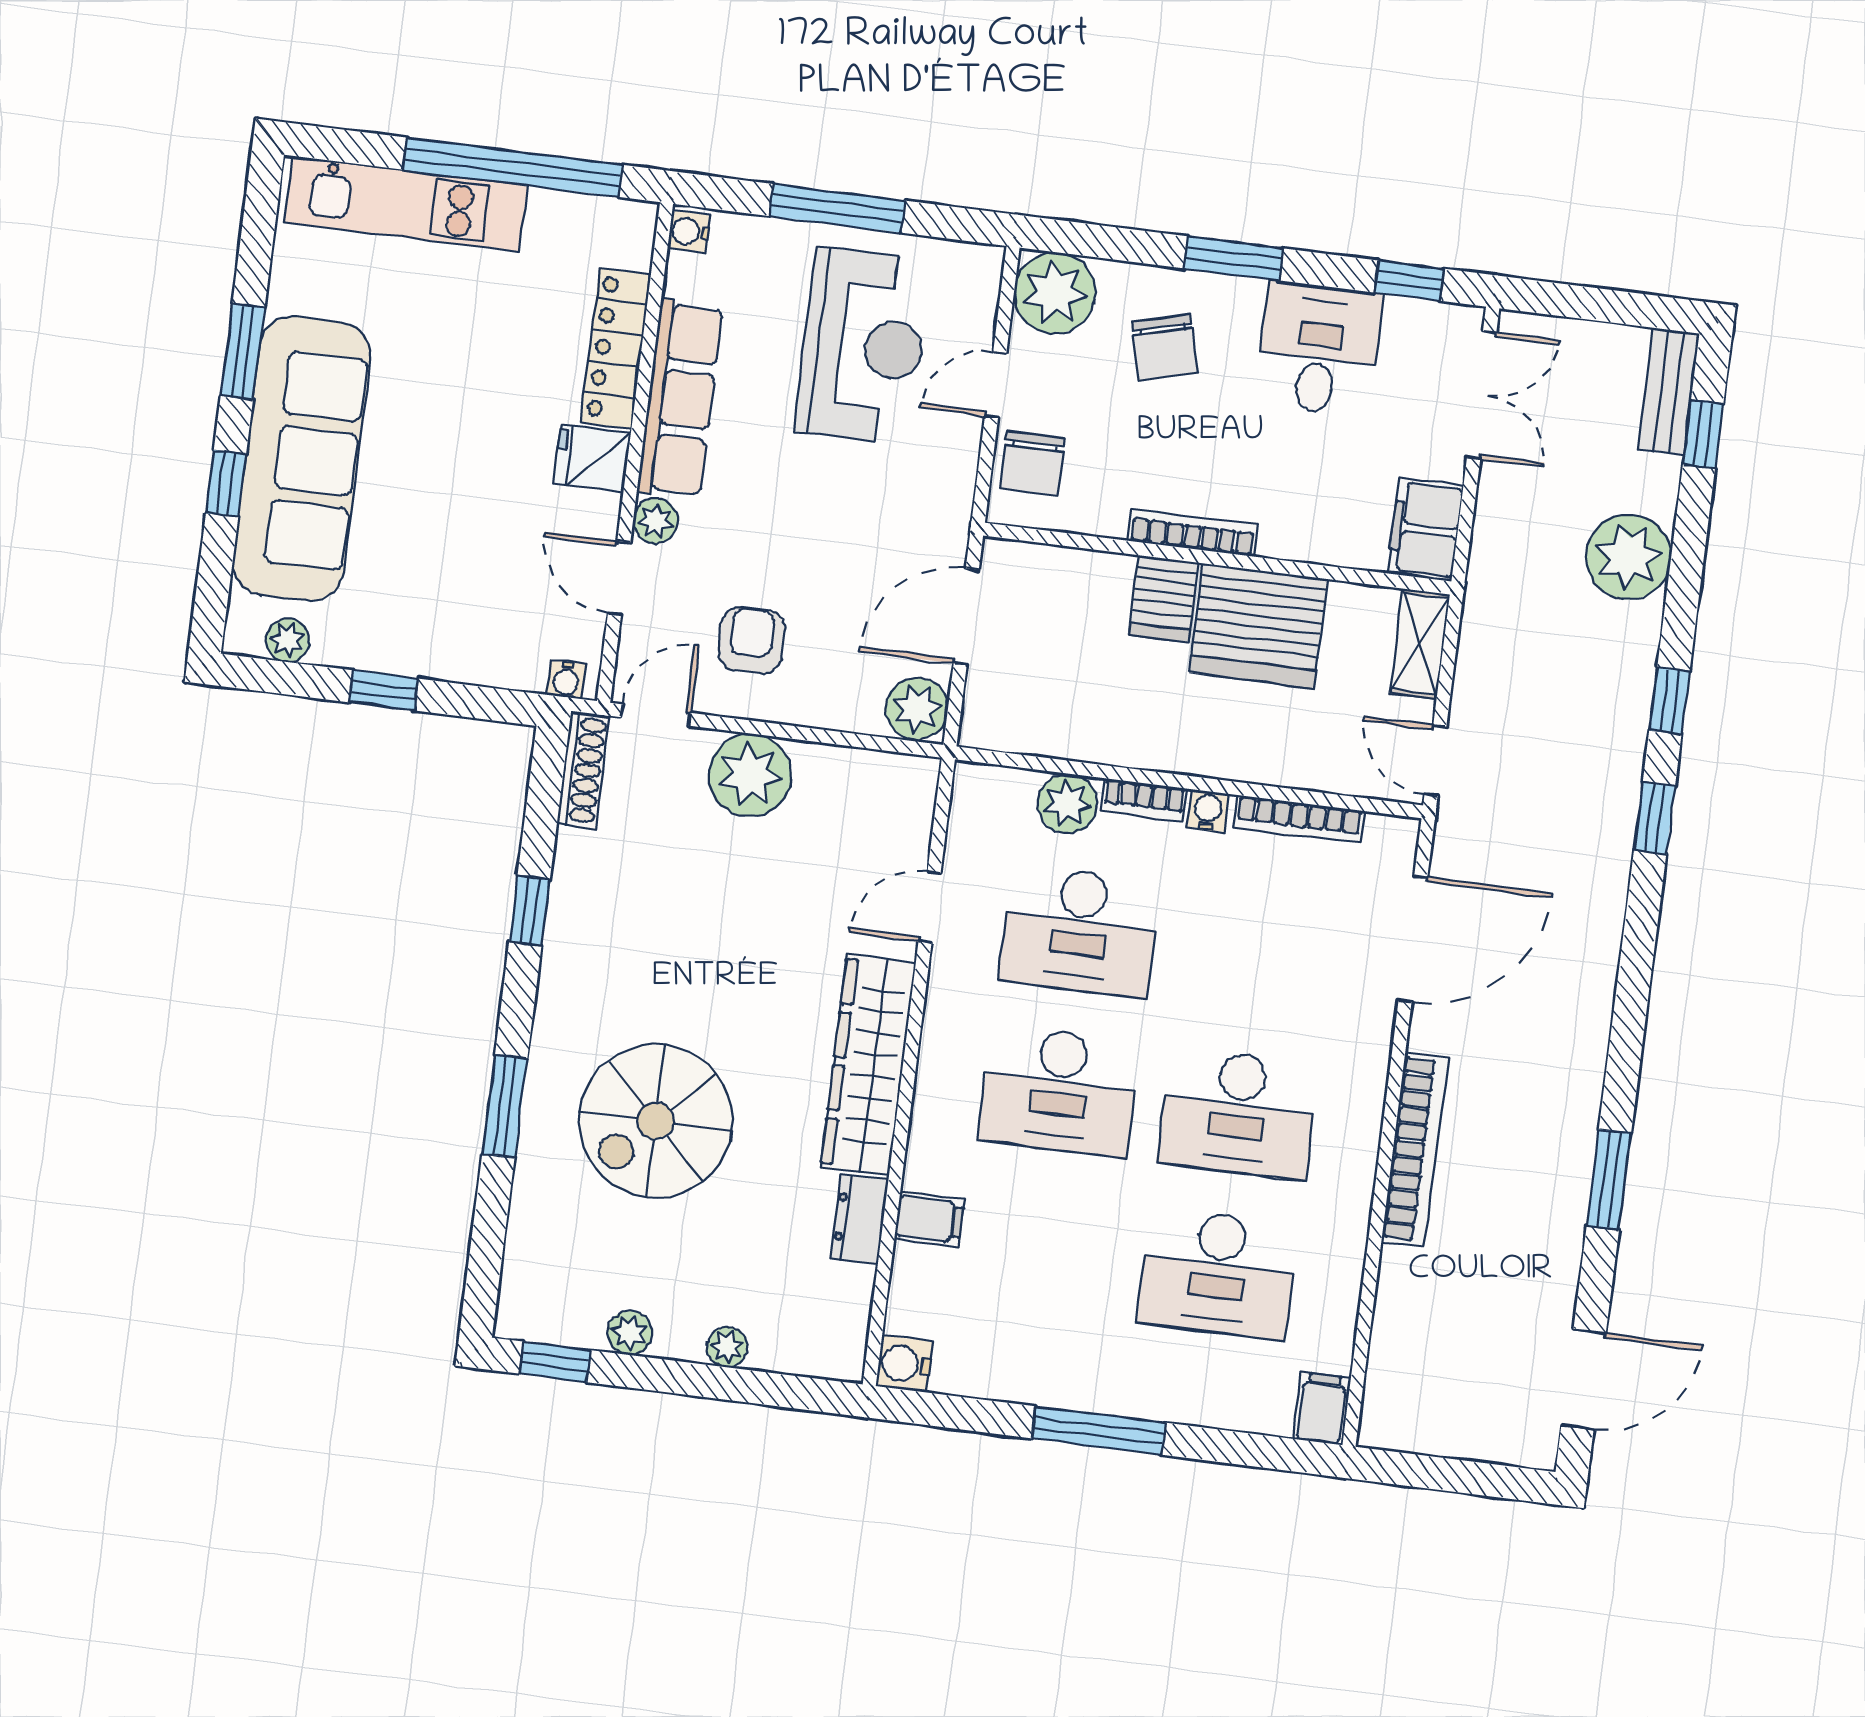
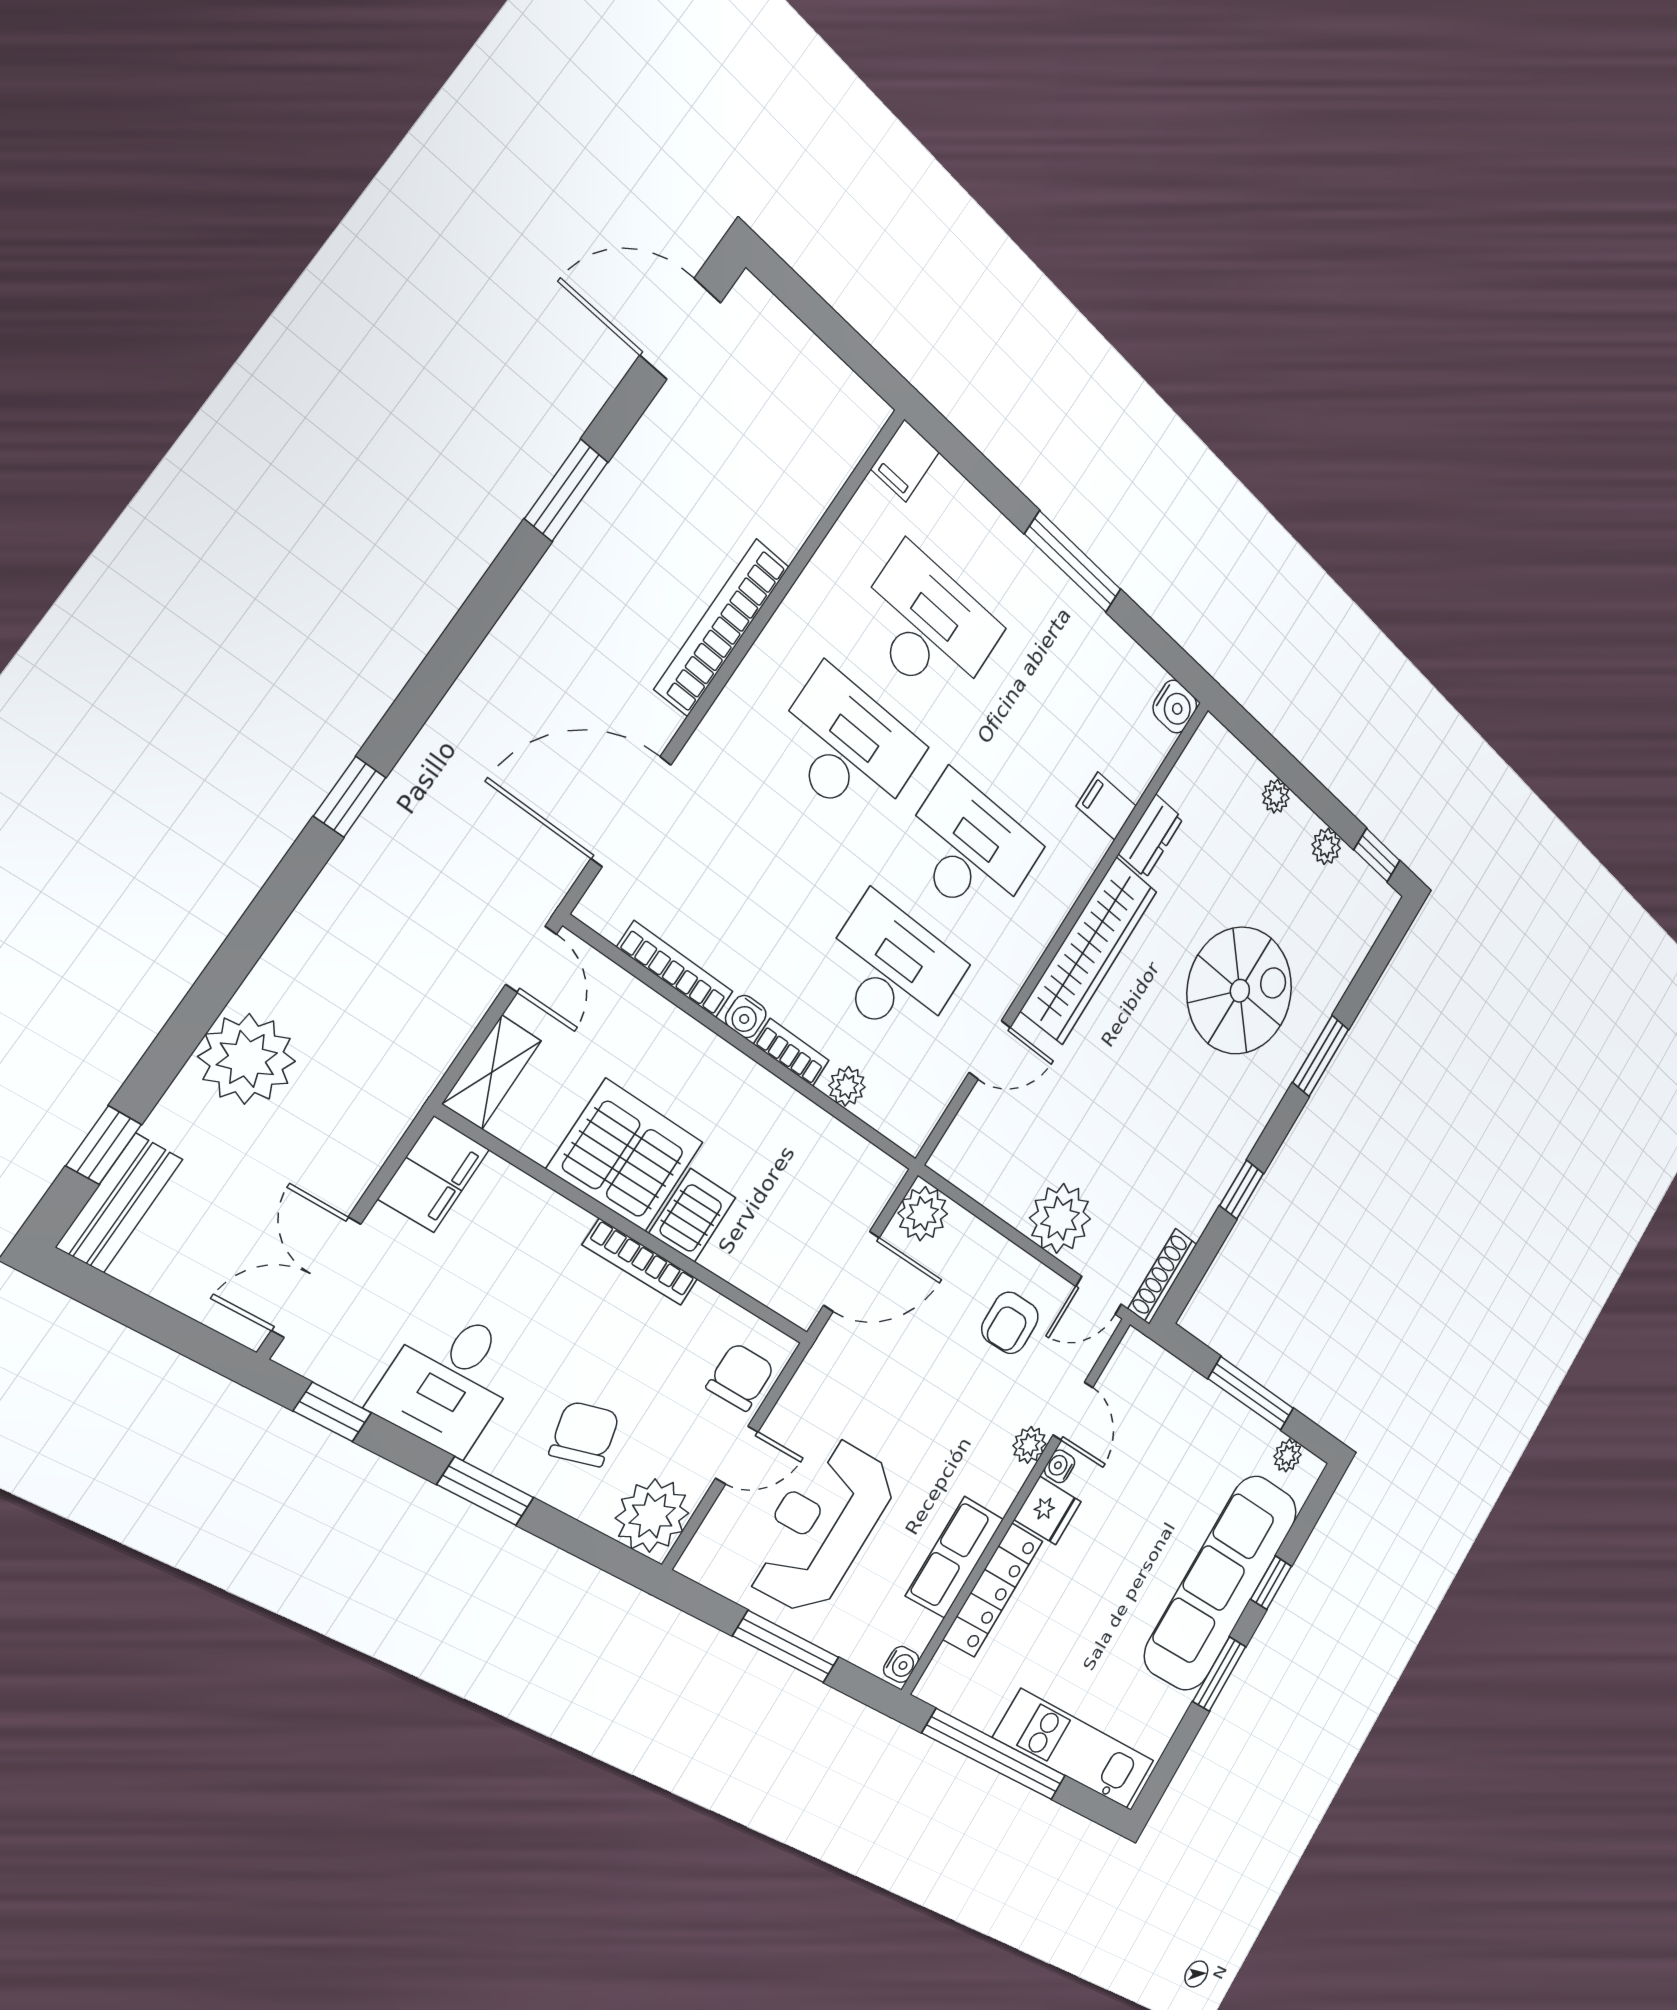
row of seats: (680, 399) -> (955, 1557), width x0.68
water cooler: (566, 679) -> (1060, 1466), moved, turned -90
window: (384, 690) -> (1251, 1394), width x2.17
window: (1669, 701) -> (277, 901), removed
plant: (1067, 804) -> (847, 1086), width x0.73, depth x0.73

